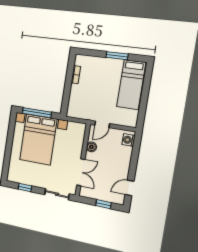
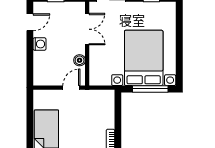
washing machine: (128, 140) -> (39, 44), moved
double door: (81, 172) -> (87, 29), swing flipped

